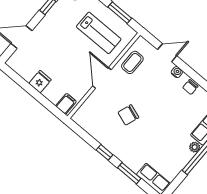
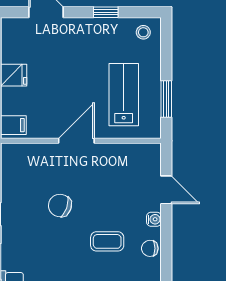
lab bench: (99, 33) -> (124, 95), turned 180
coffee table: (132, 62) -> (107, 241), moved

